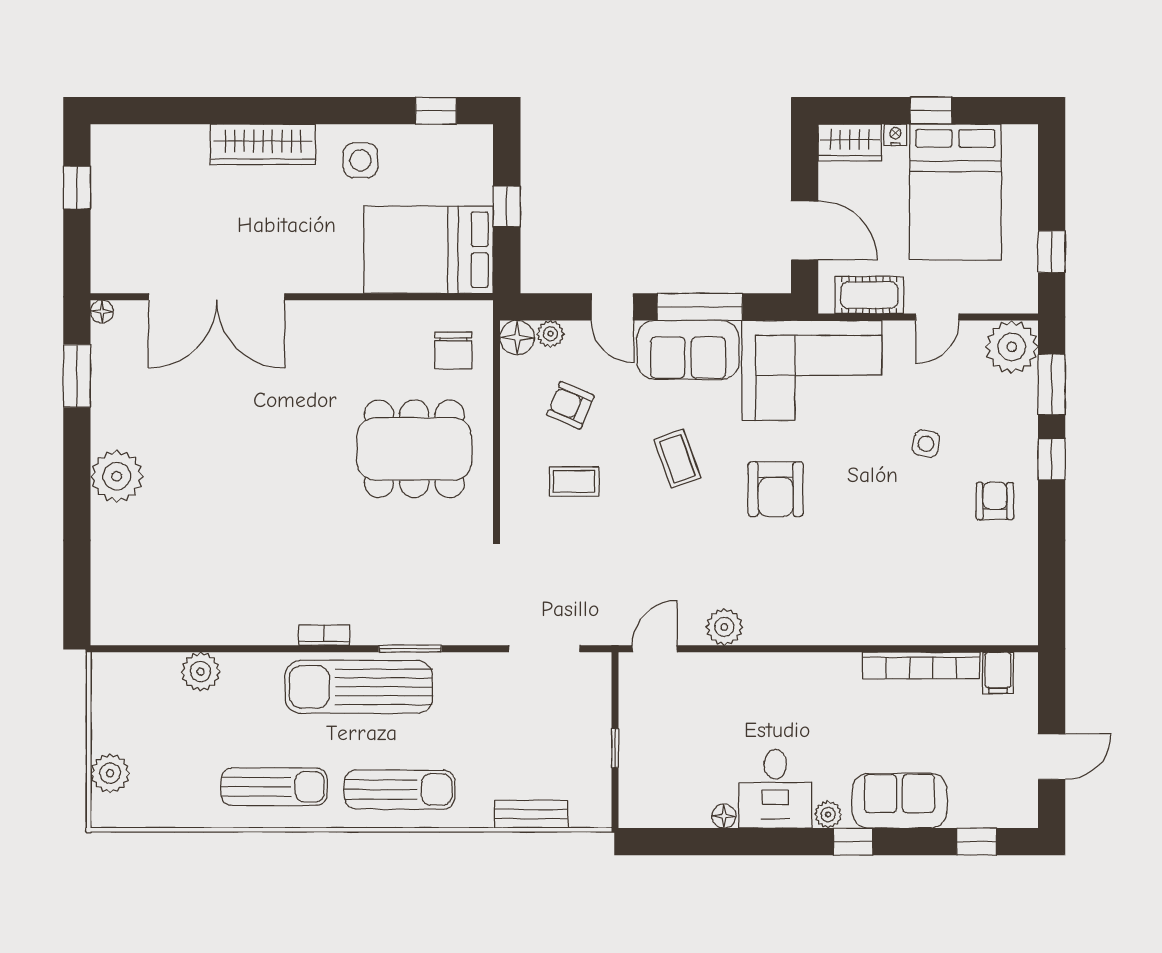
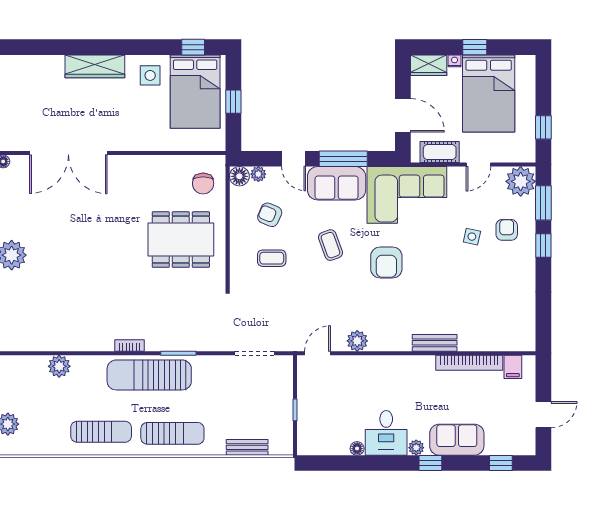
bed: (429, 250) -> (195, 92), moved, turned -90
armchair: (995, 501) -> (507, 230), moved
bench: (860, 630) -> (435, 343), added

